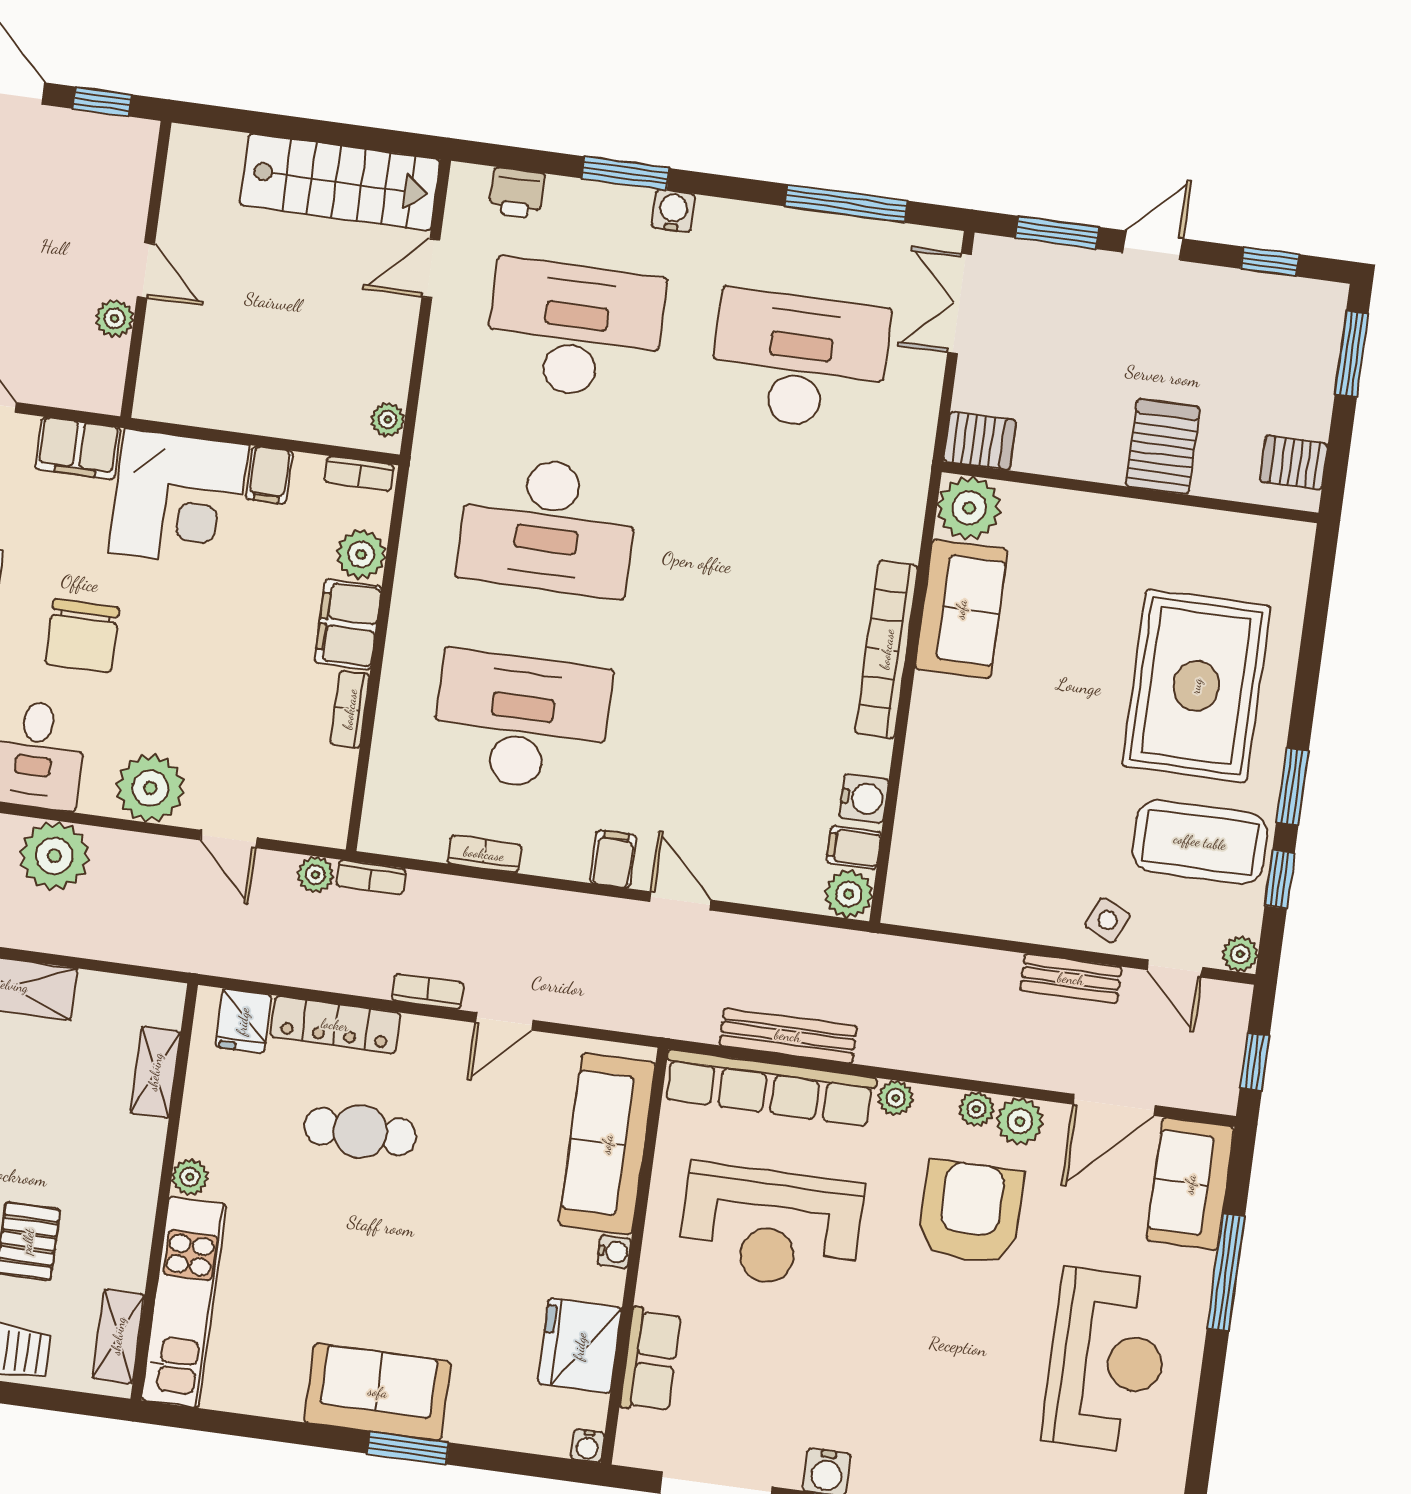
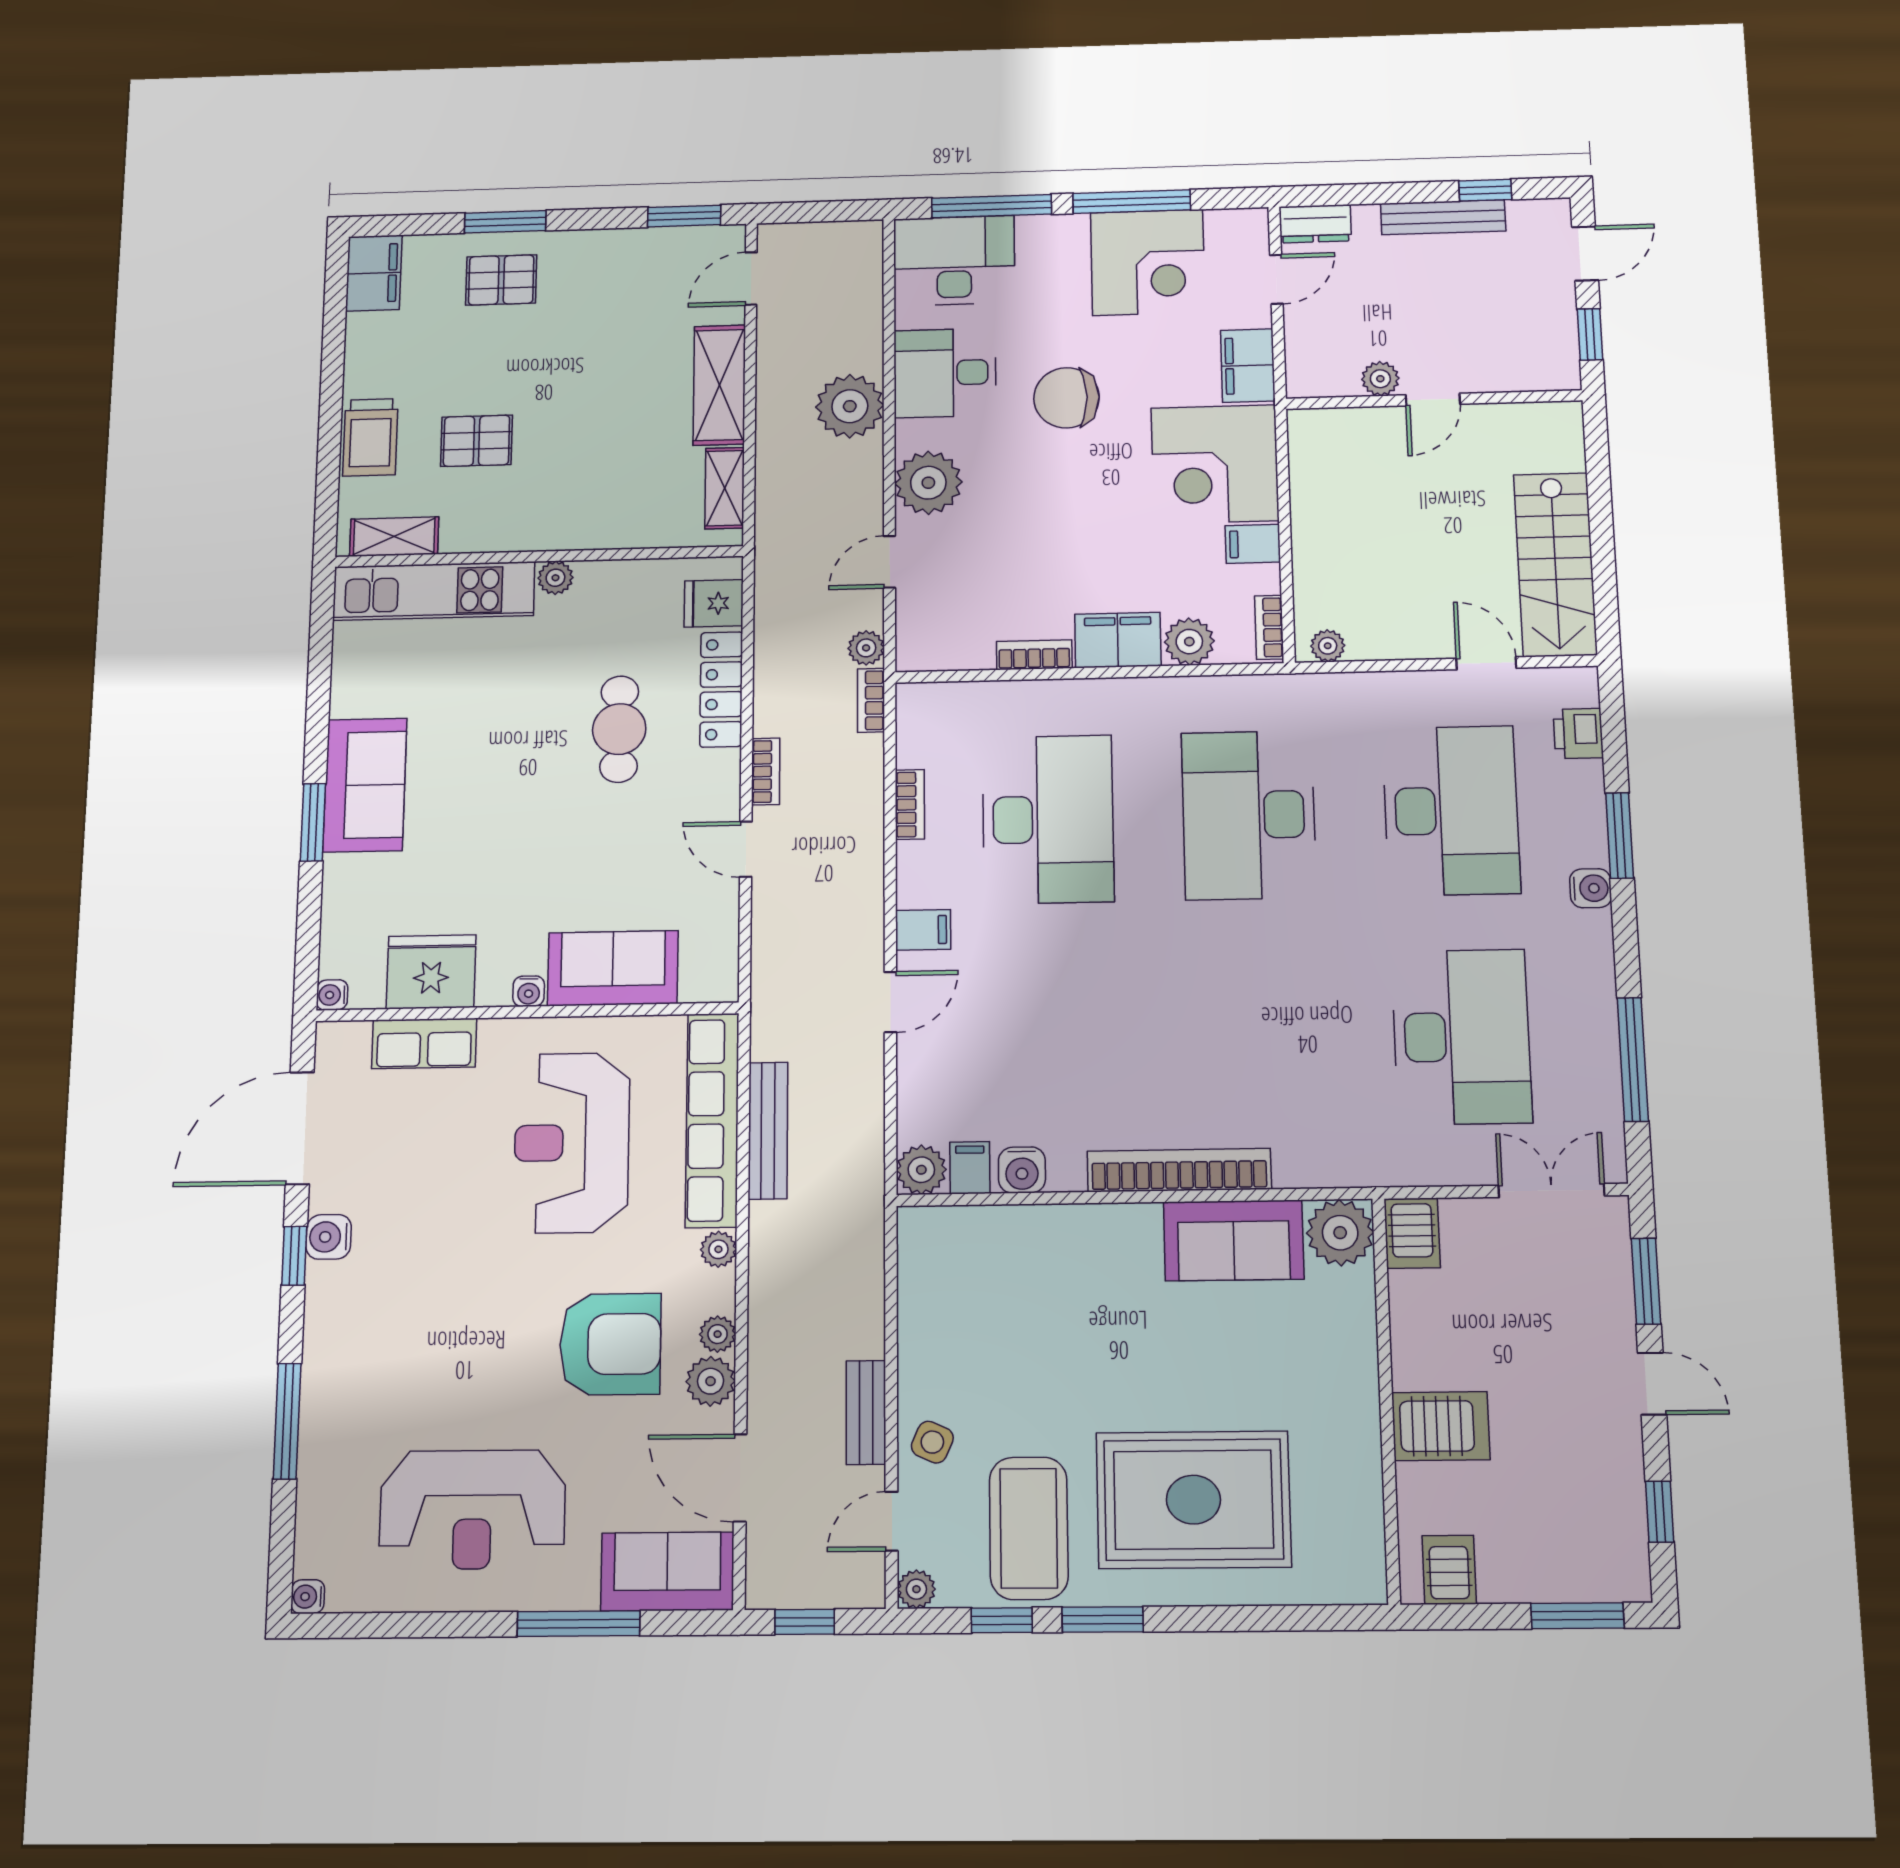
shelving: (155, 1072) -> (725, 488), moved, turned 90
sofa: (607, 1144) -> (613, 968), width x0.73

